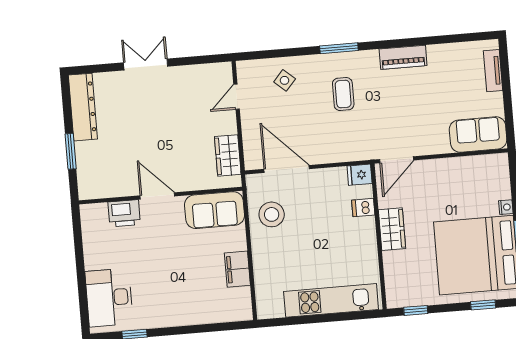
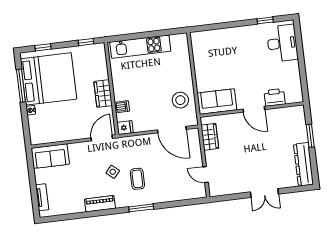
side table: (285, 80) -> (113, 172), moved
door: (237, 97) -> (206, 175), swing flipped
filing cabinet: (237, 269) -> (201, 64), removed

